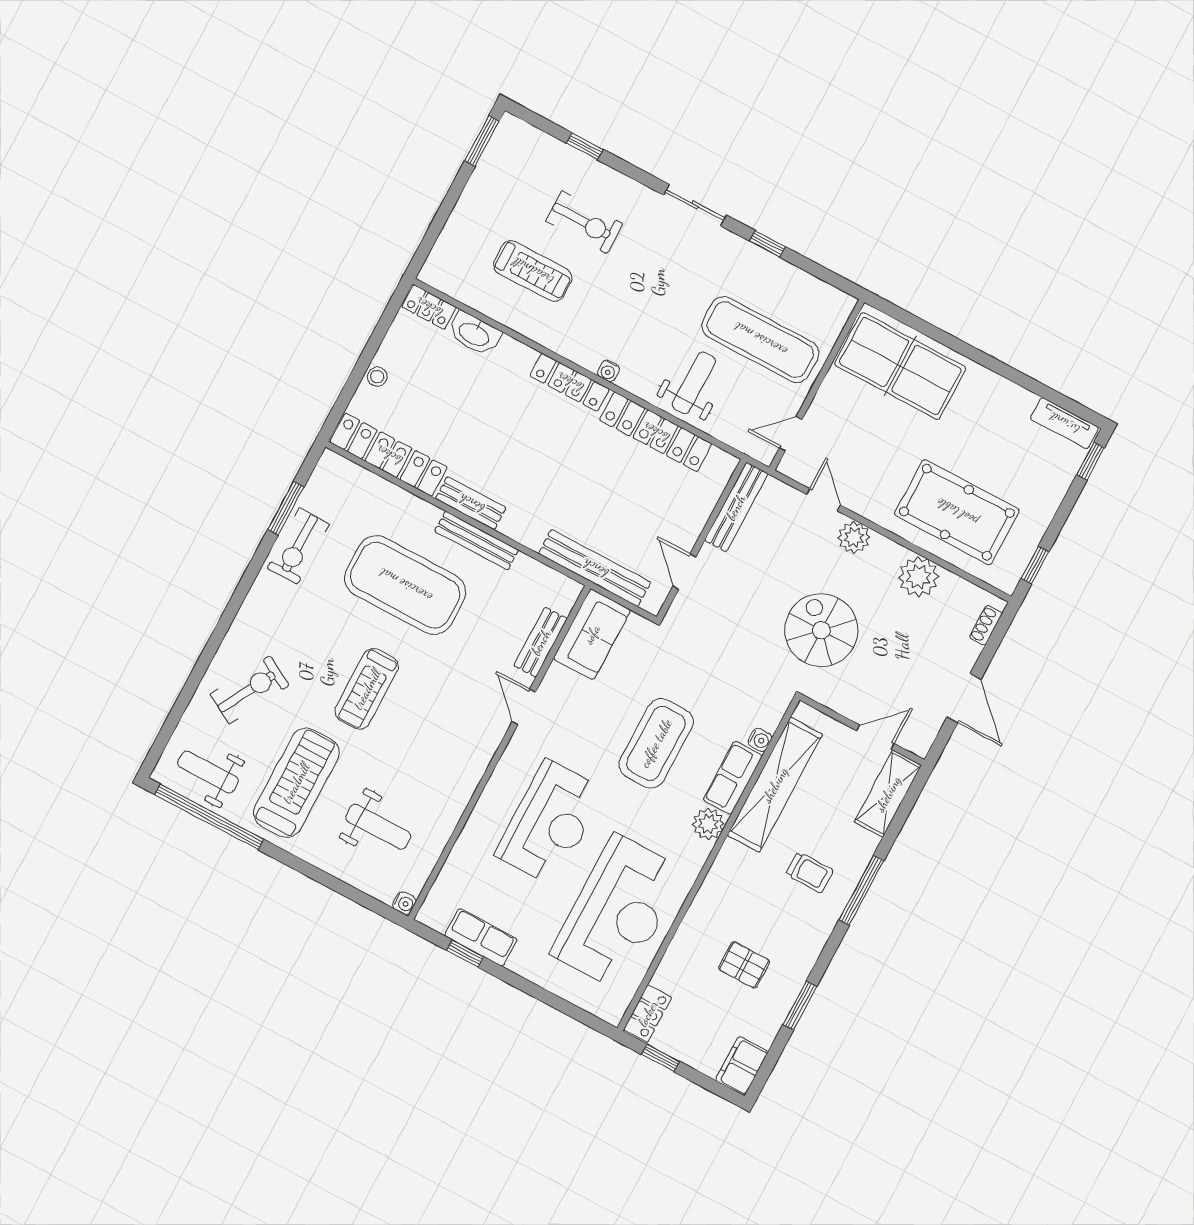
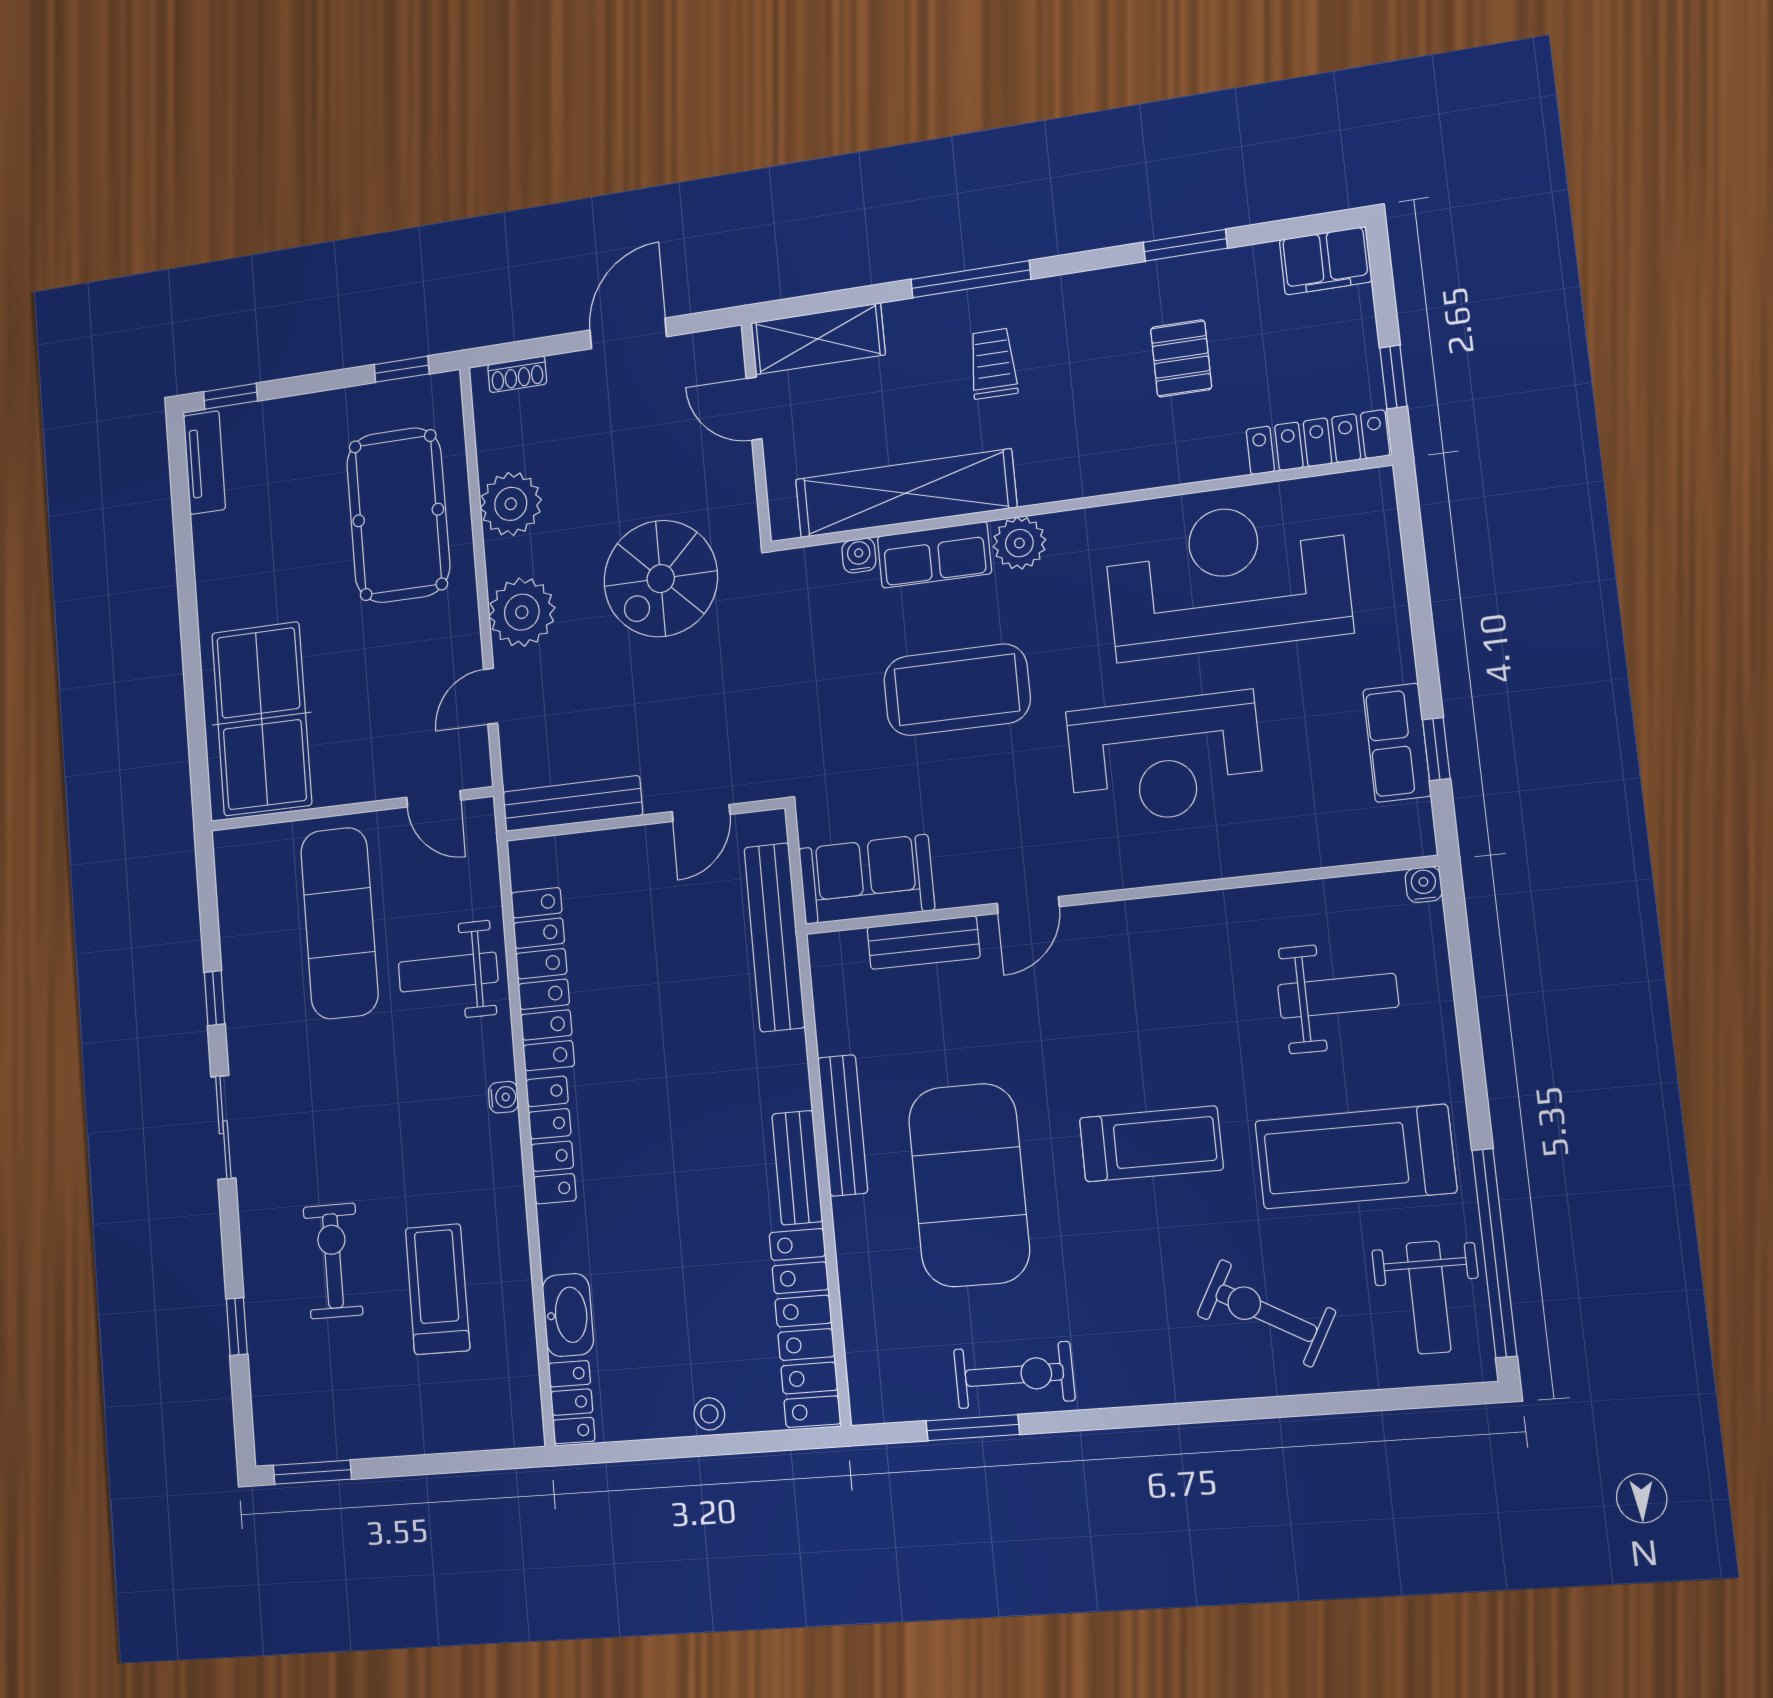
plant: (854, 537) -> (522, 612), width x1.36, depth x1.36
reception desk: (550, 822) -> (1165, 759), turned 180
weight bench: (378, 827) -> (1338, 996), turned 90
locker: (648, 1013) -> (1317, 442), width x1.53

